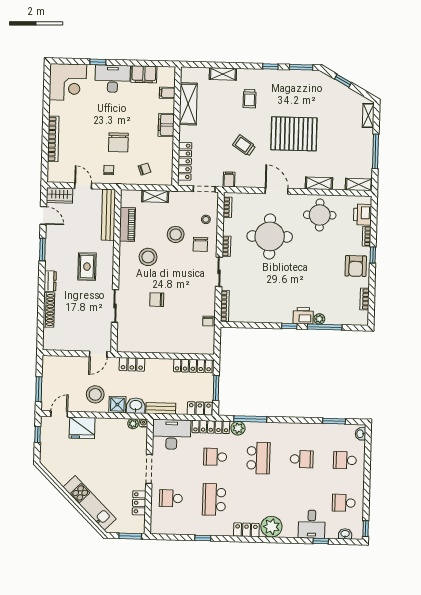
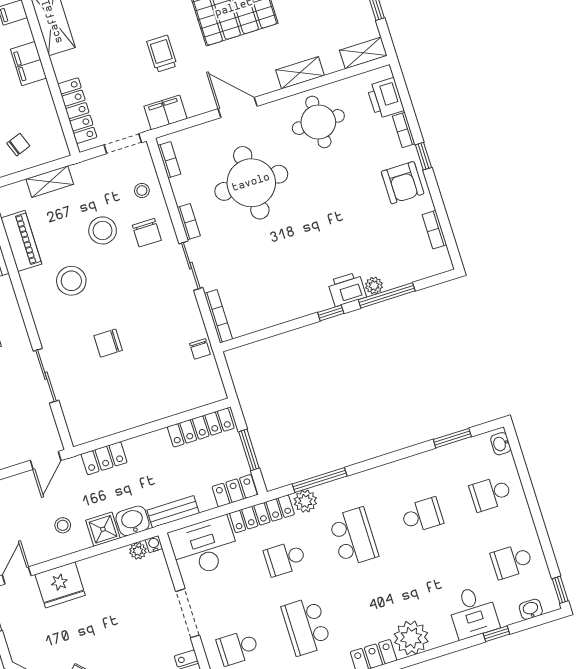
trolley: (244, 146) -> (162, 54), turned 56
filing cabinet: (229, 180) -> (166, 113), width x2.00
stool: (95, 394) -> (63, 525), width x0.53, depth x0.53

